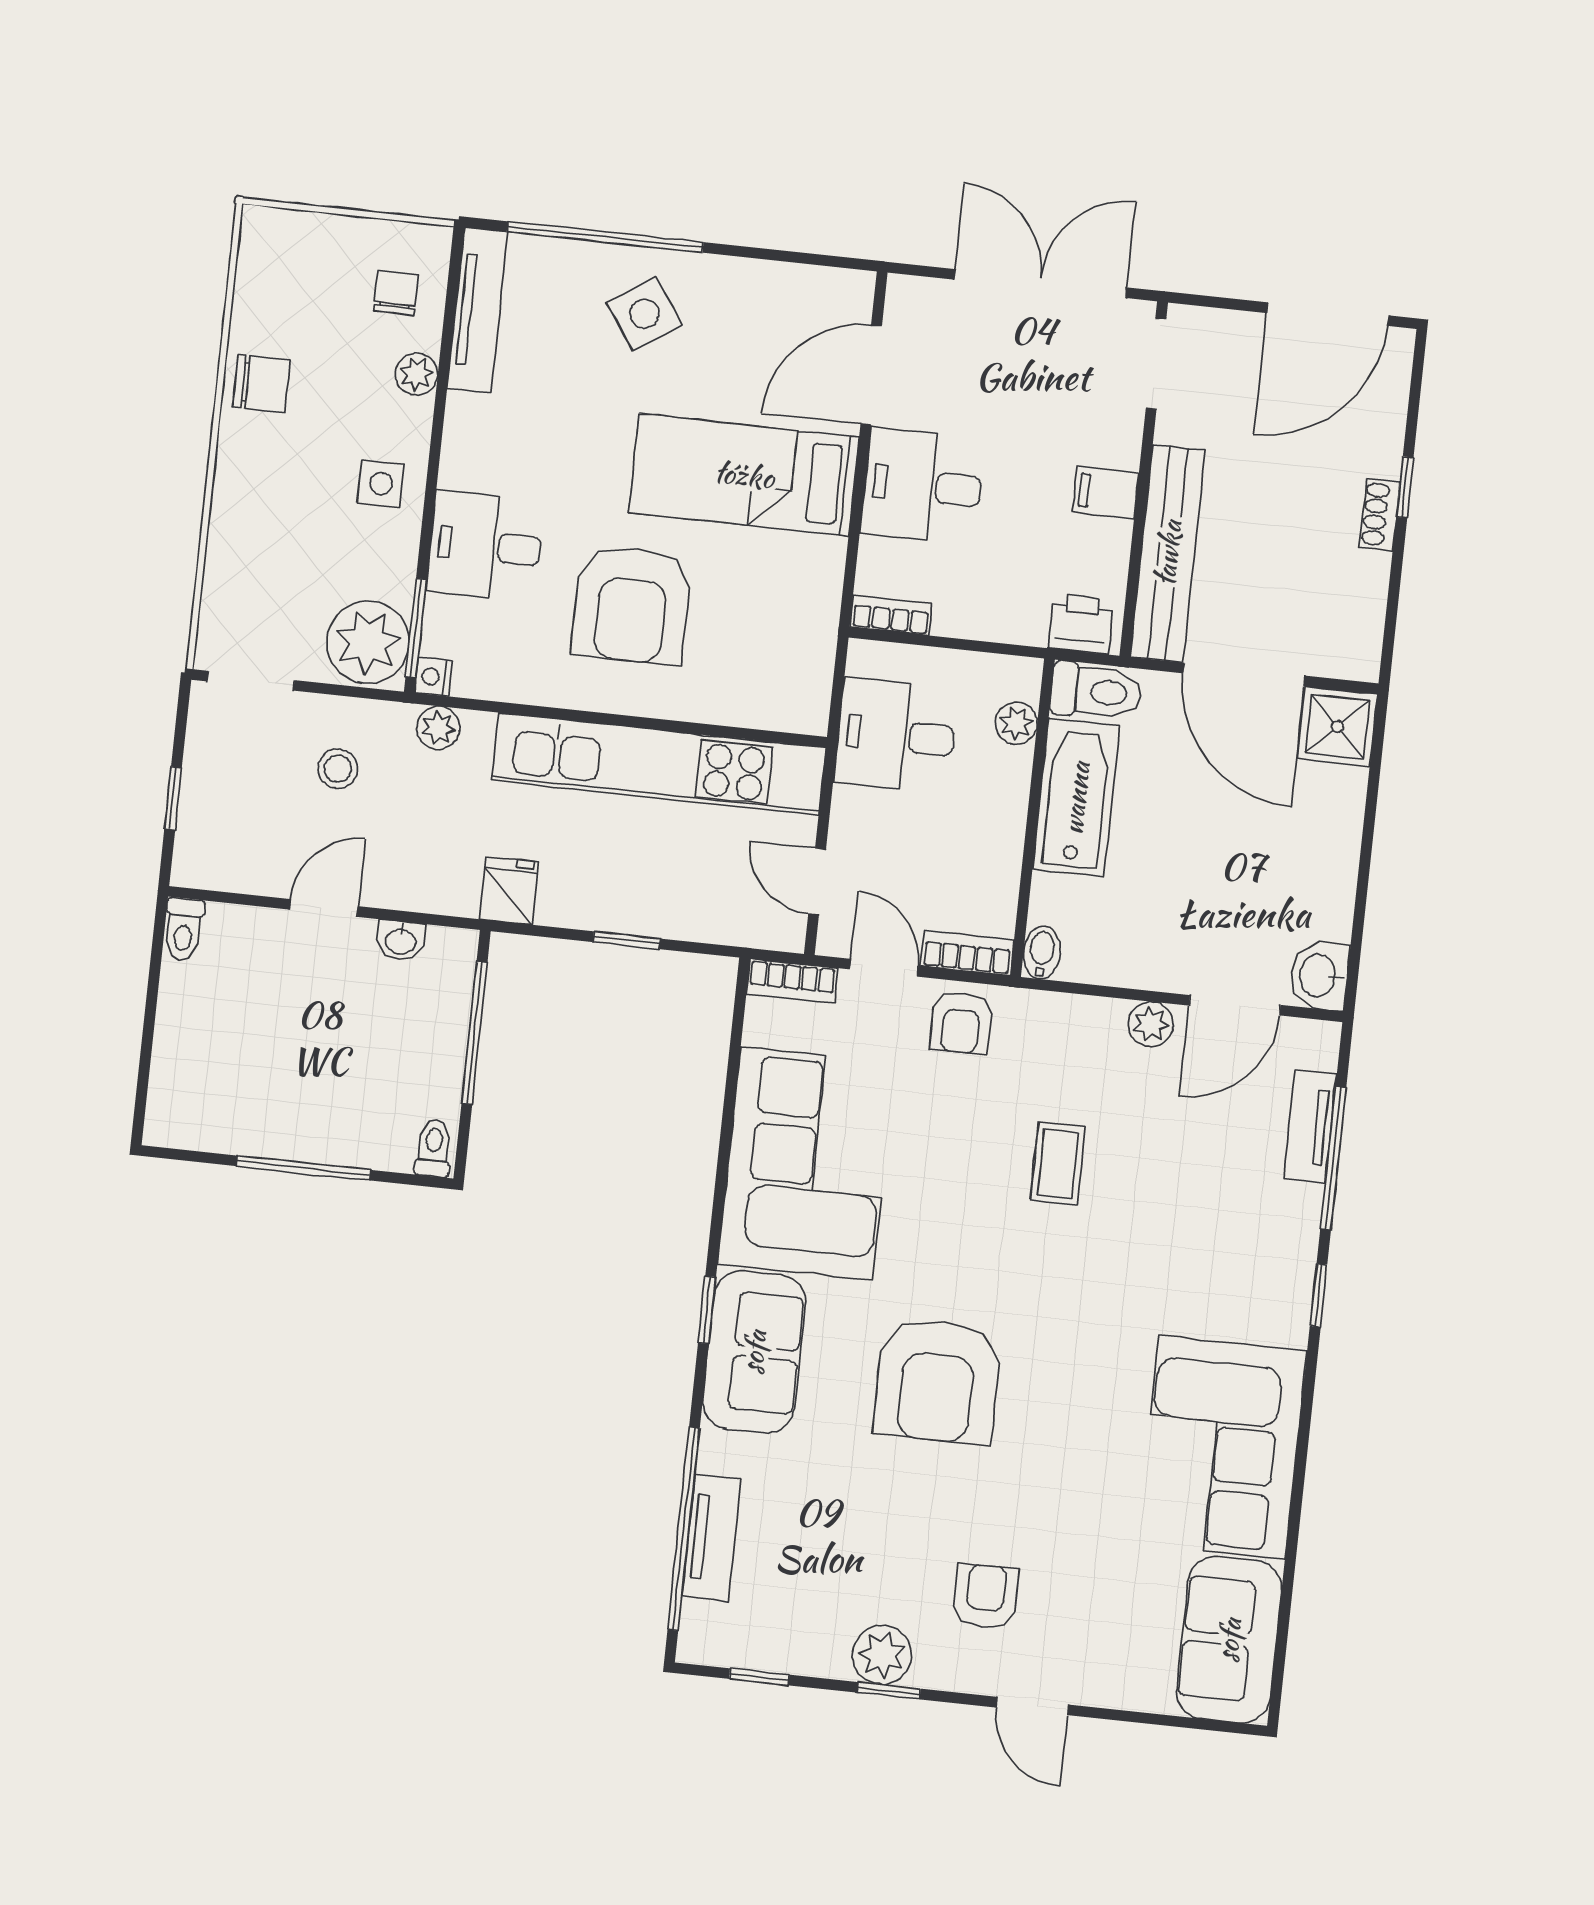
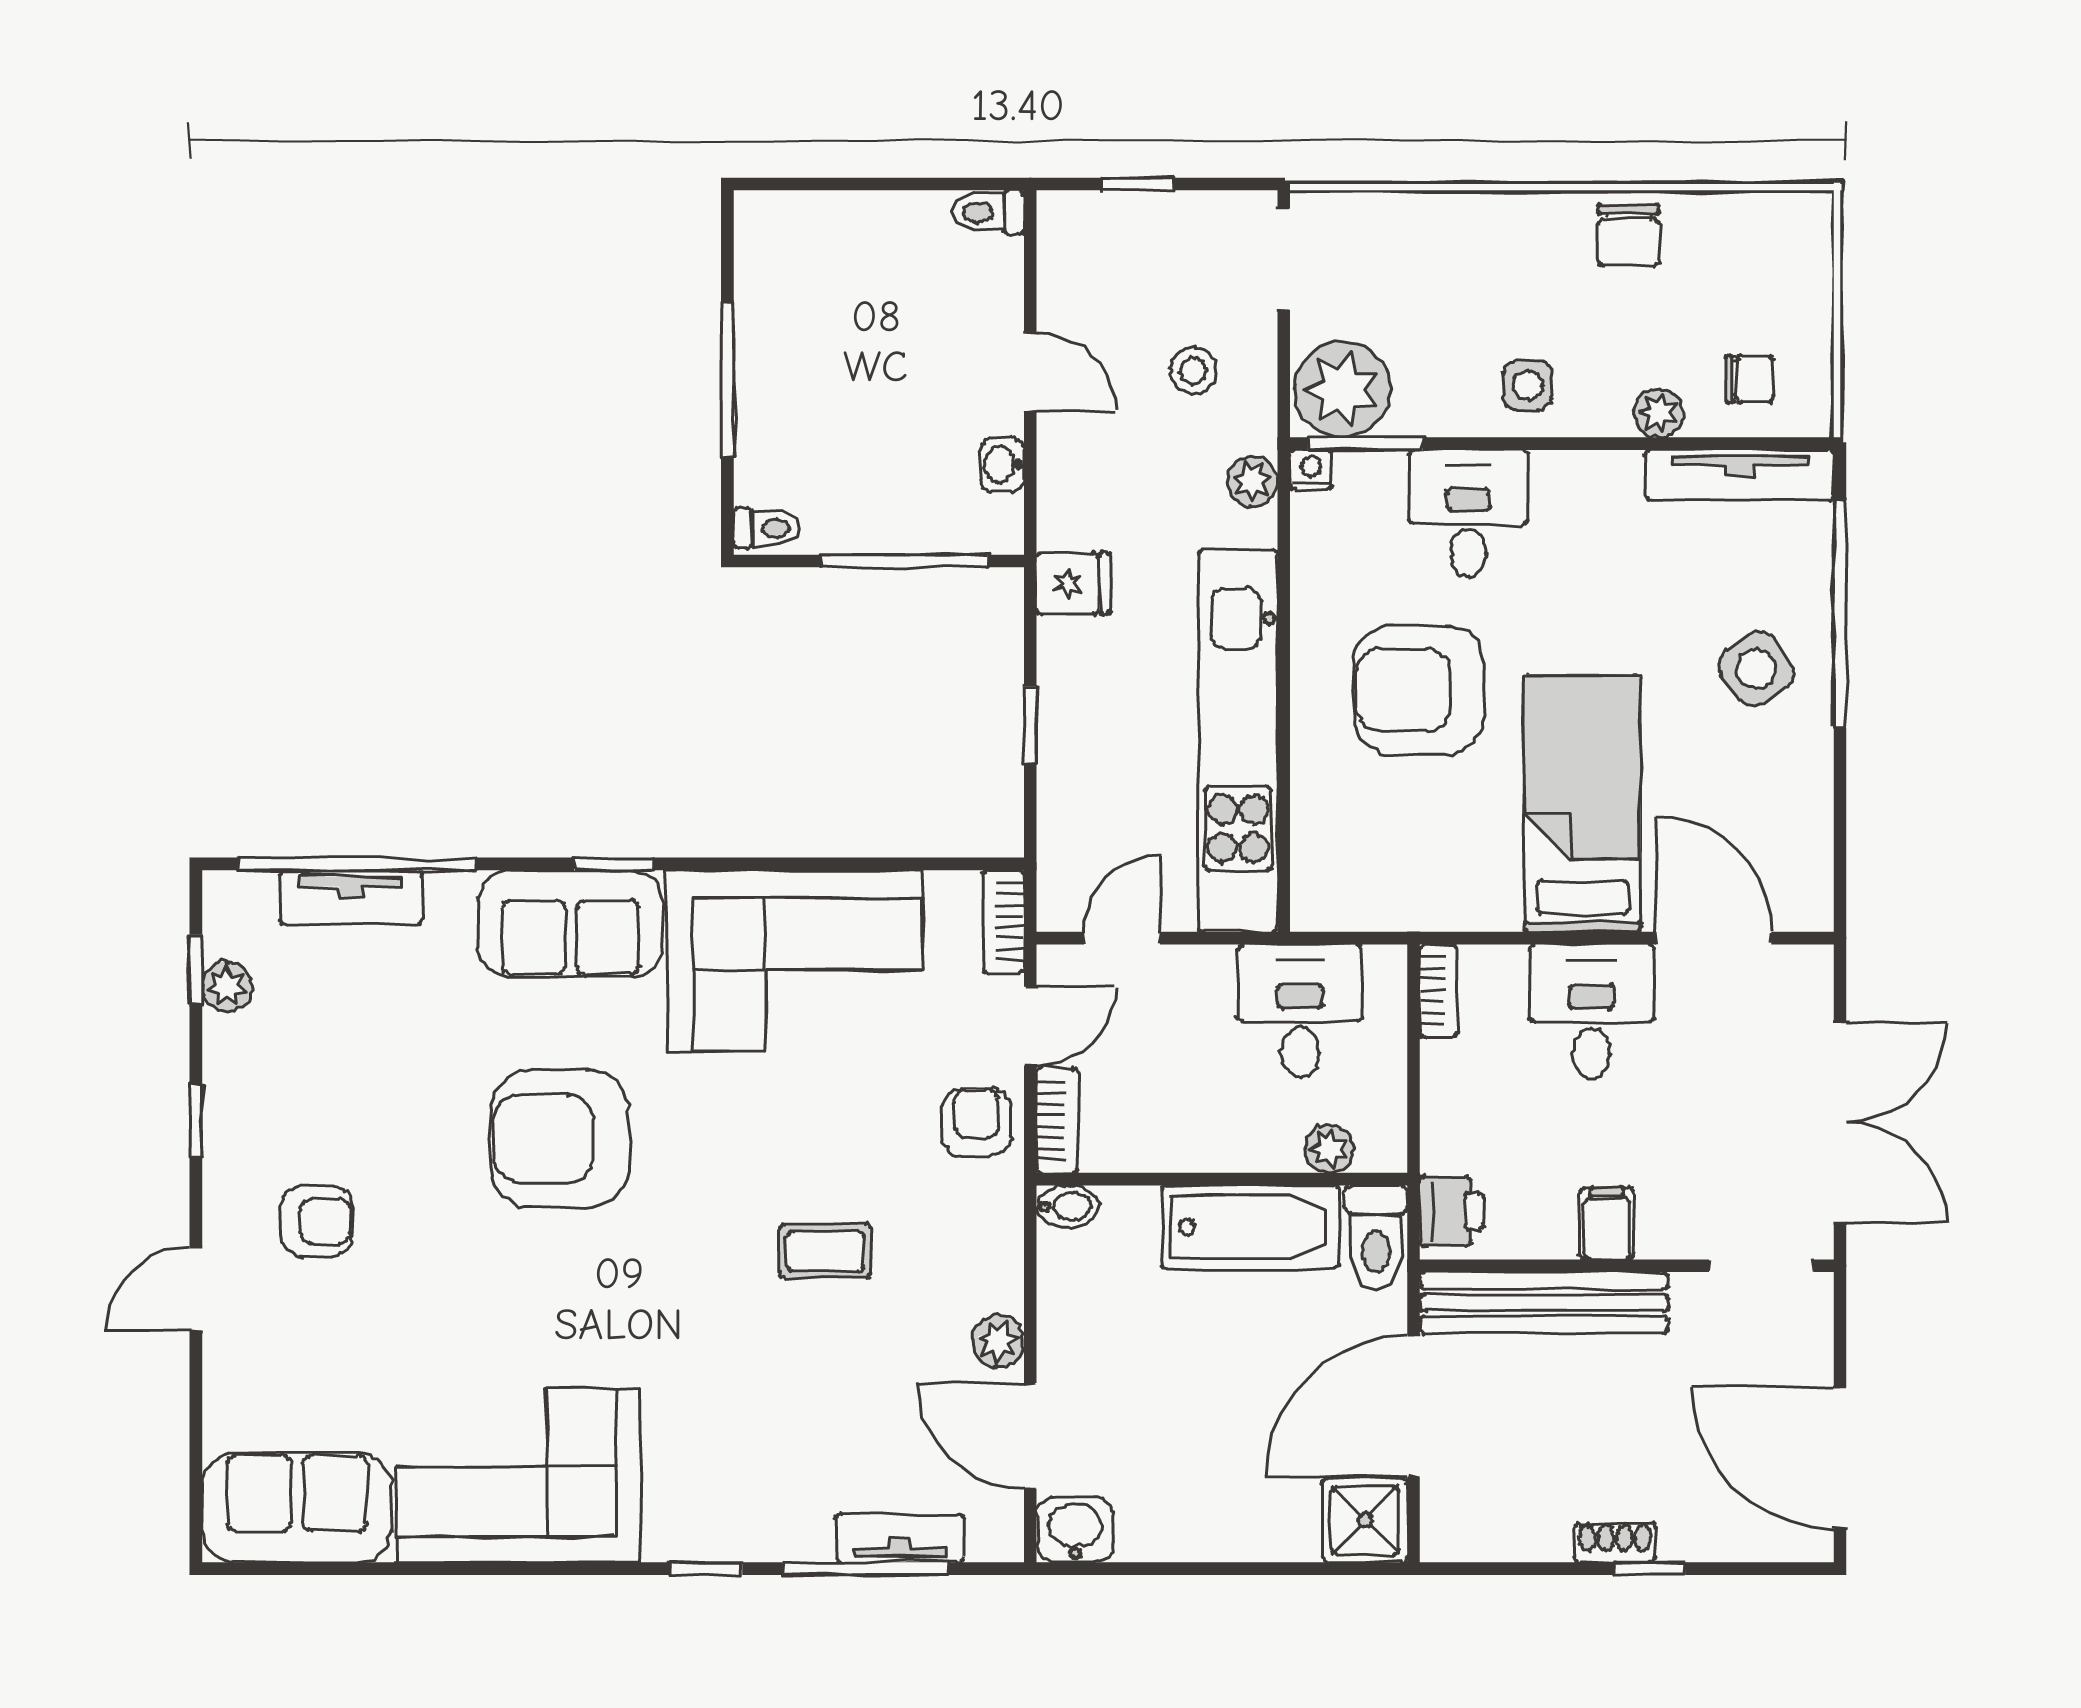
armchair: (961, 1023) -> (976, 1122), turned 90
plant: (882, 1655) -> (227, 987), moved, width x0.73, depth x0.73

